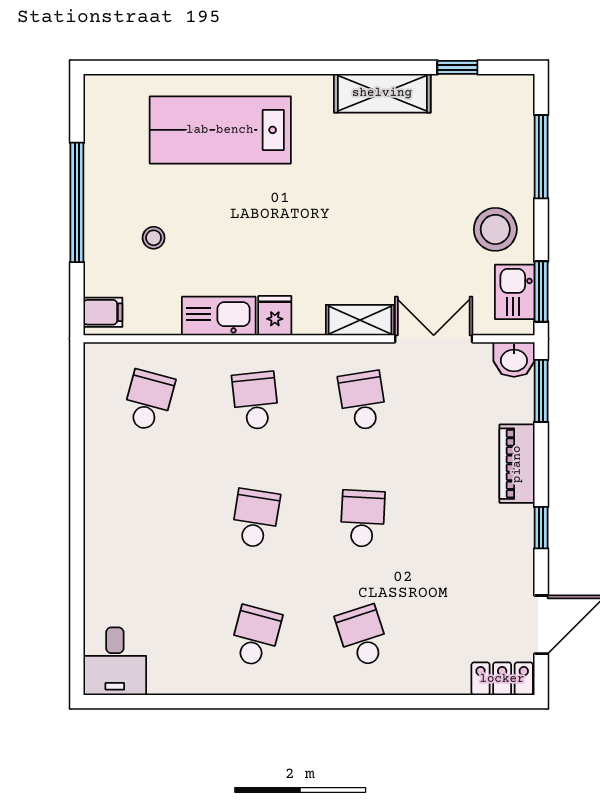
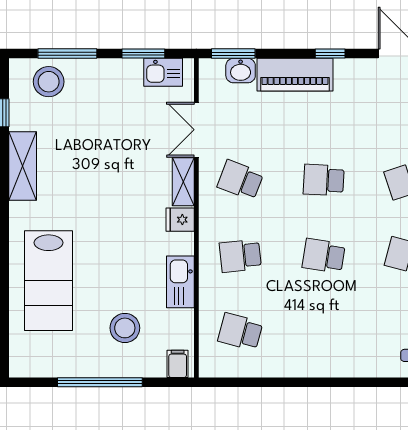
stool: (495, 229) -> (49, 82), moved
stool: (154, 238) -> (125, 328), width x1.89, depth x1.89
window: (541, 292) -> (143, 54), moved
fridge: (275, 316) -> (180, 220), moved
washbasin: (514, 359) -> (241, 71), moved, turned 90
school desk: (363, 401) -> (240, 180), turned 30
piano: (517, 464) -> (295, 75), width x1.37, depth x1.33

